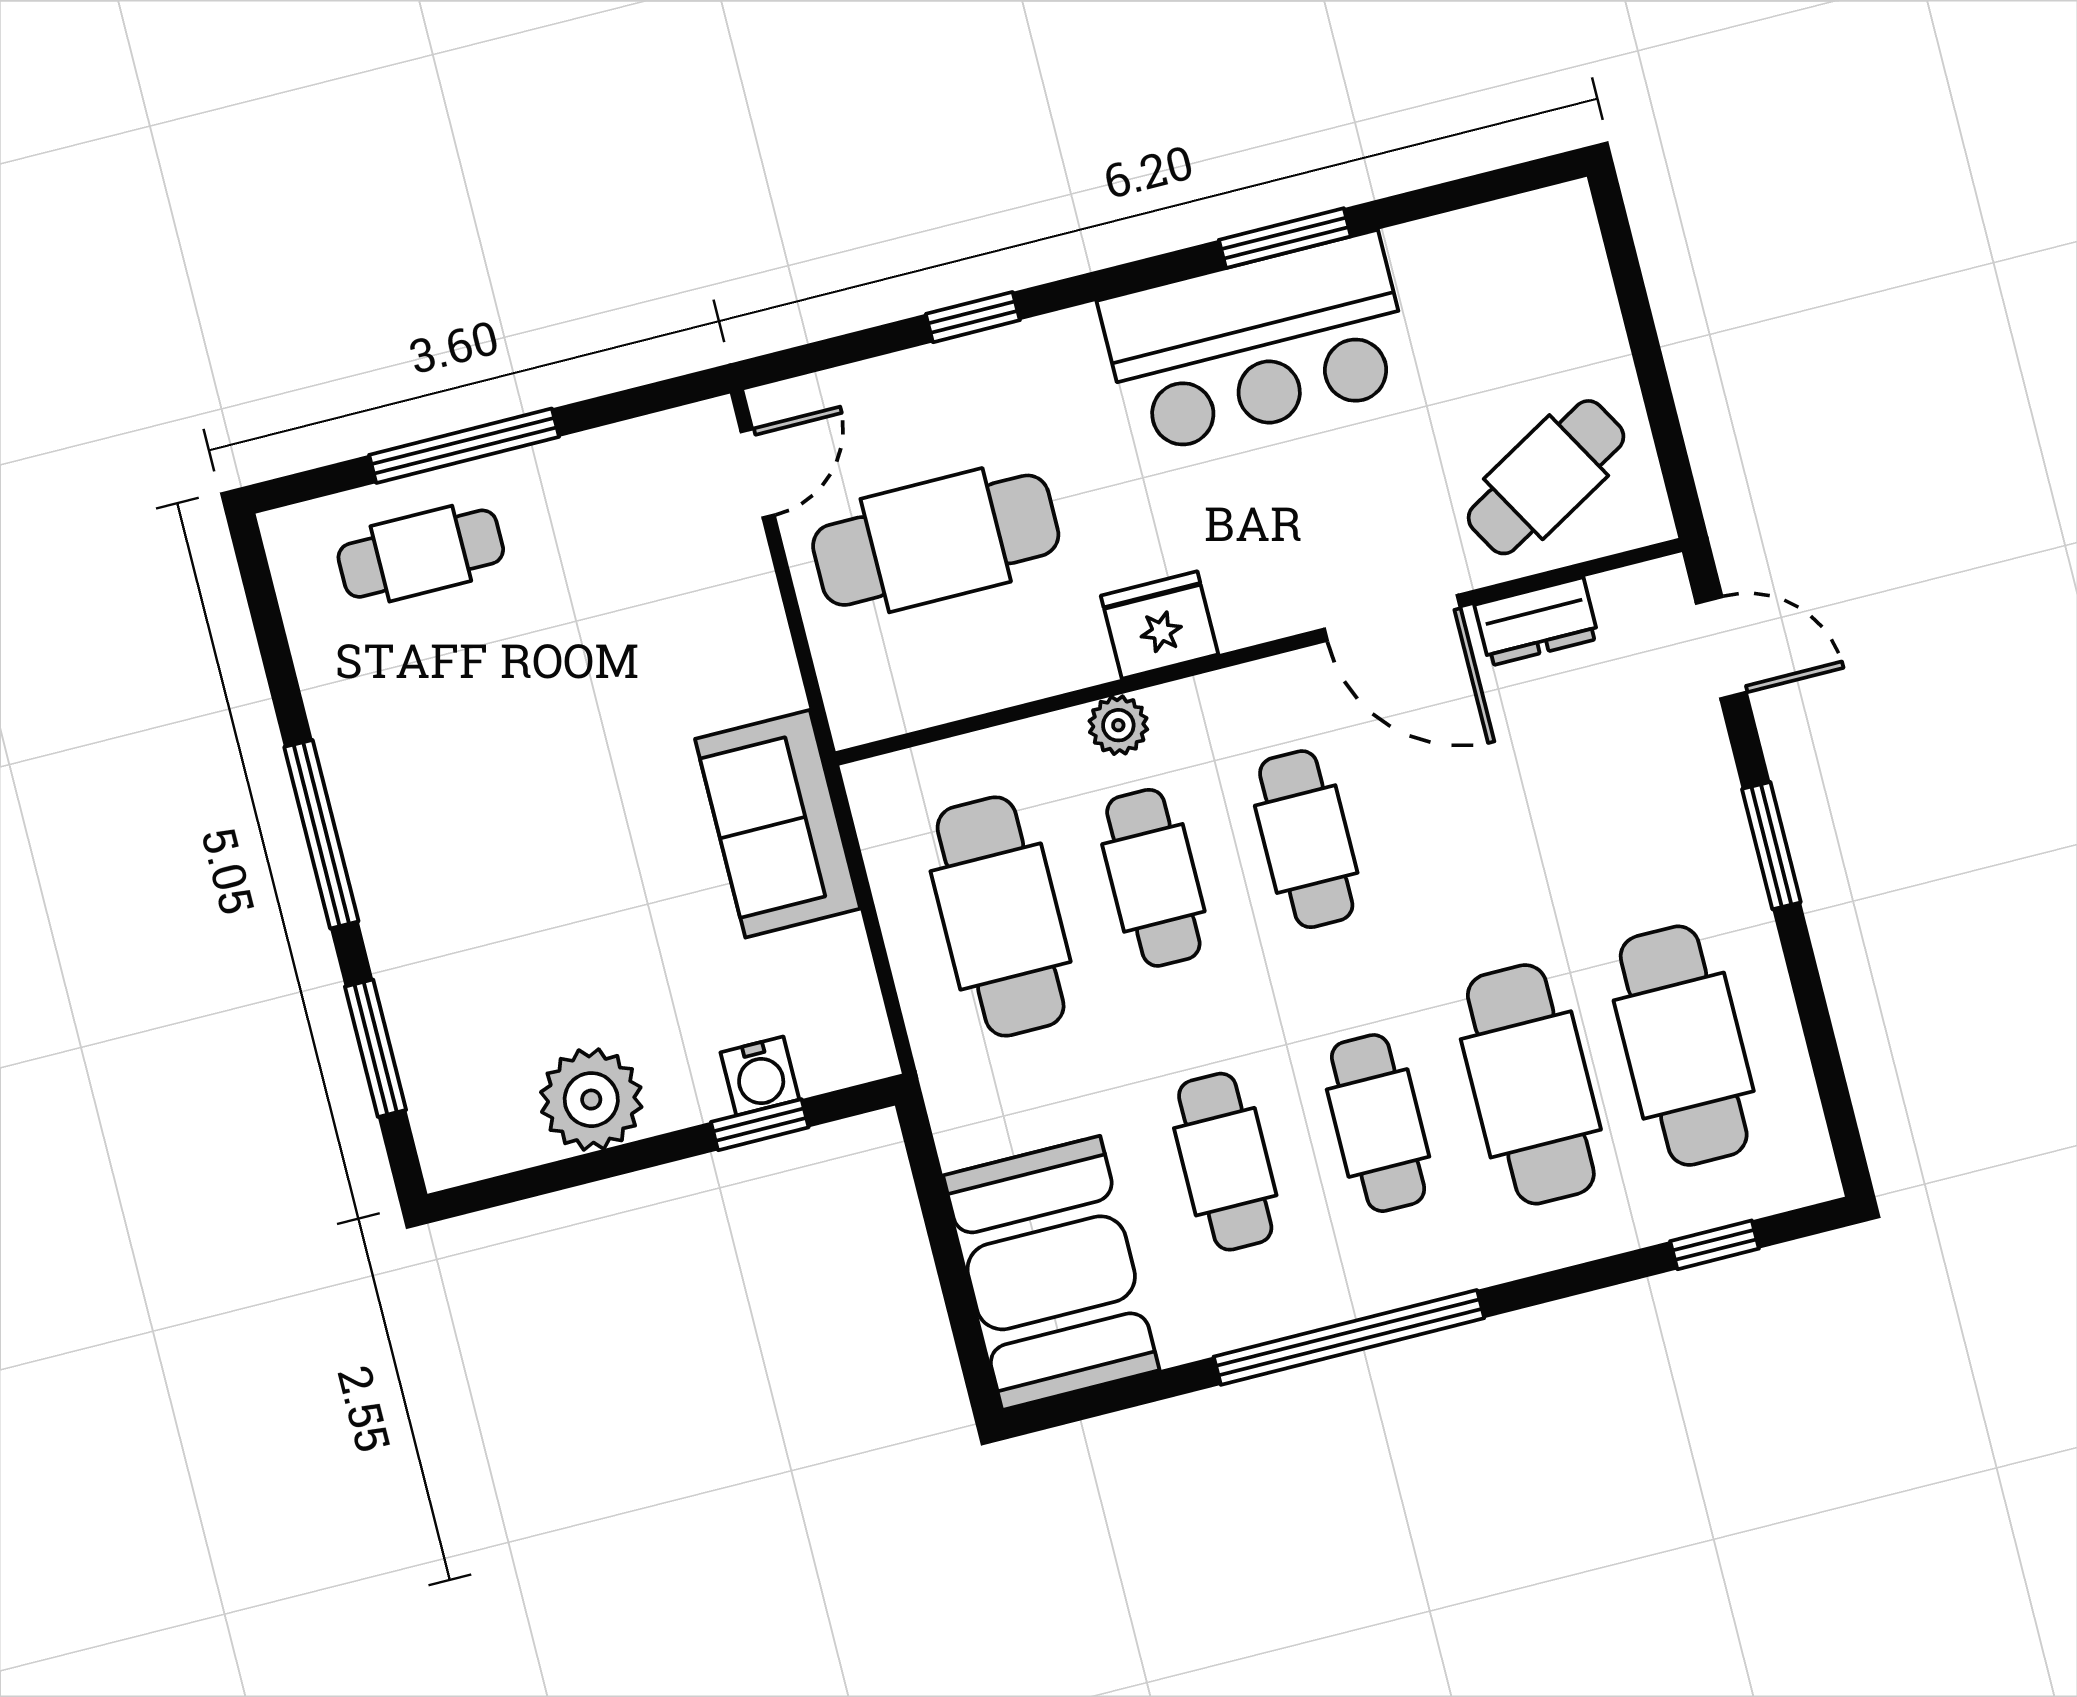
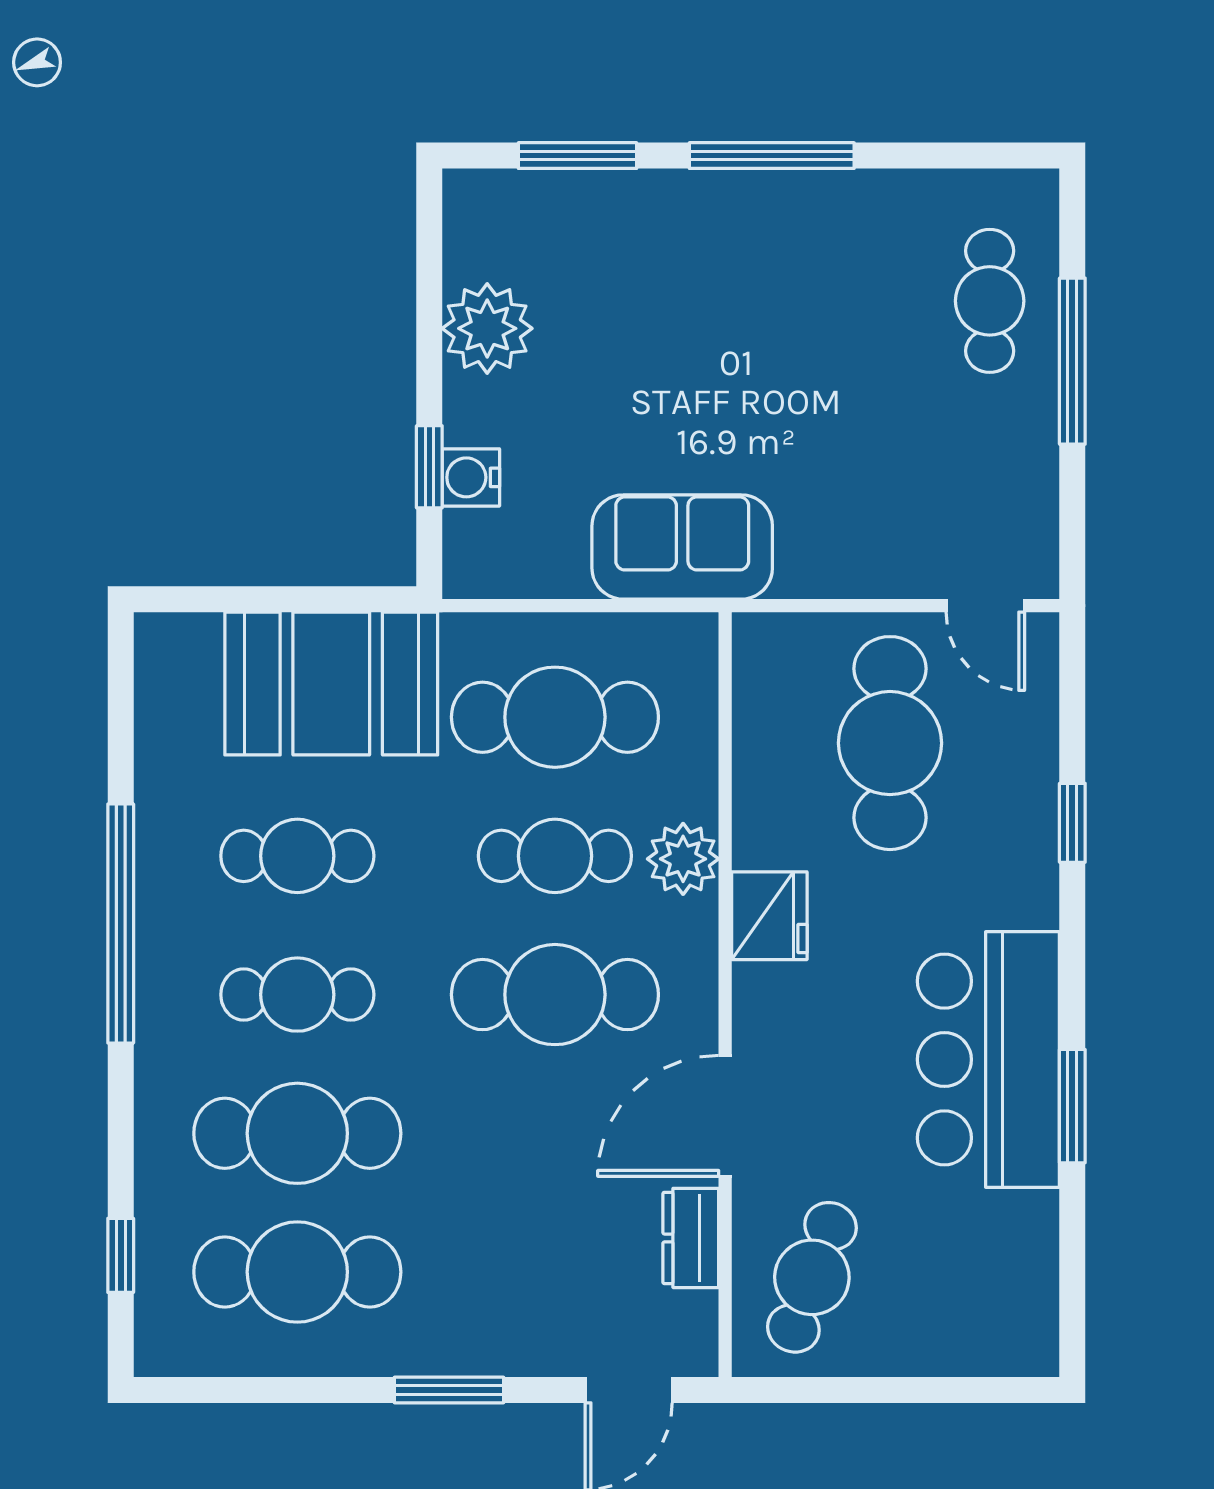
cafe table: (1546, 477) -> (812, 1277), turned 50
plant: (1118, 725) -> (683, 859), width x1.38, depth x1.38
cafe table: (1306, 839) -> (555, 995), width x1.37, depth x1.35
booth: (1051, 1273) -> (331, 683), moved

